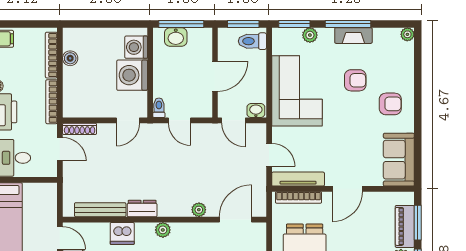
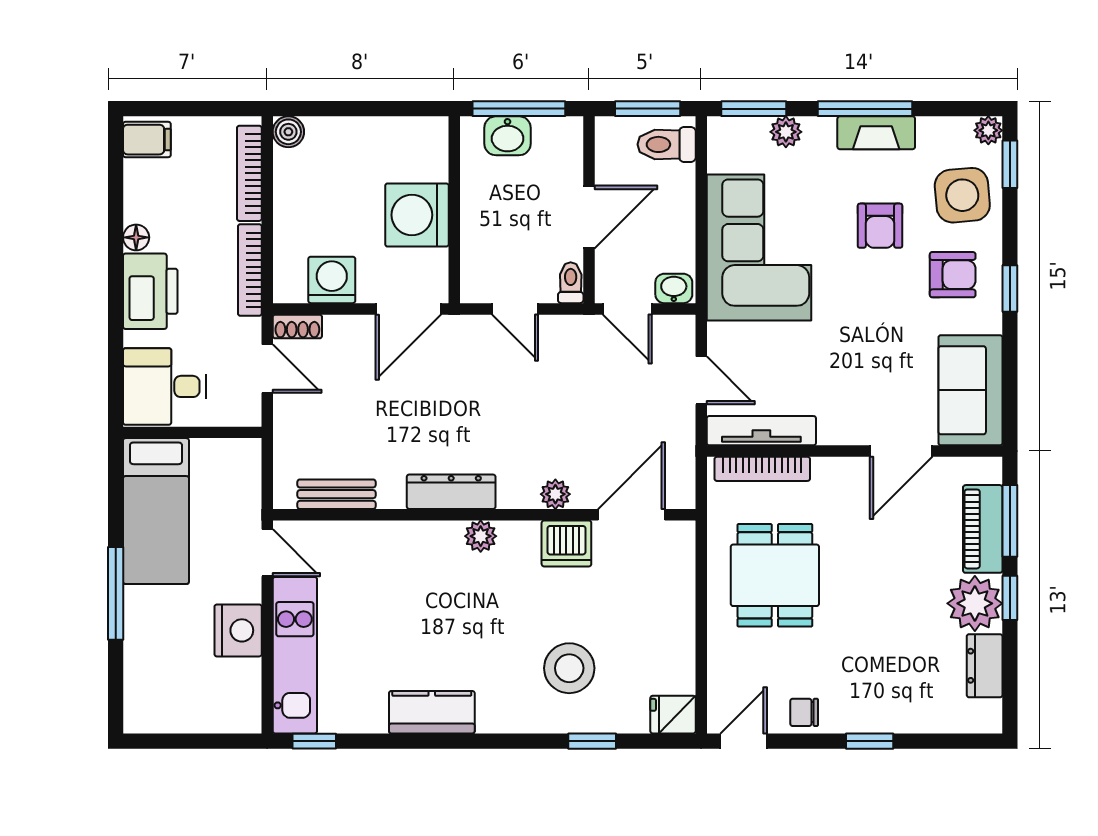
washing machine: (136, 47) -> (332, 280), moved, turned 90
window: (418, 51) -> (1010, 164), added
boiler: (70, 58) -> (288, 132), moved
side table: (395, 66) -> (962, 195), added
armchair: (355, 80) -> (880, 226), turned 90
toilet: (159, 108) -> (571, 283), moved
window: (418, 111) -> (1010, 289), added
door: (128, 120) -> (408, 309), width x1.38
shoe rack: (80, 129) -> (297, 326), width x0.70
door: (347, 189) -> (901, 451), moved
dresser: (142, 209) -> (451, 492), width x1.44
bench: (100, 210) -> (337, 494), width x0.73
dishwasher: (122, 233) -> (566, 543), moved

